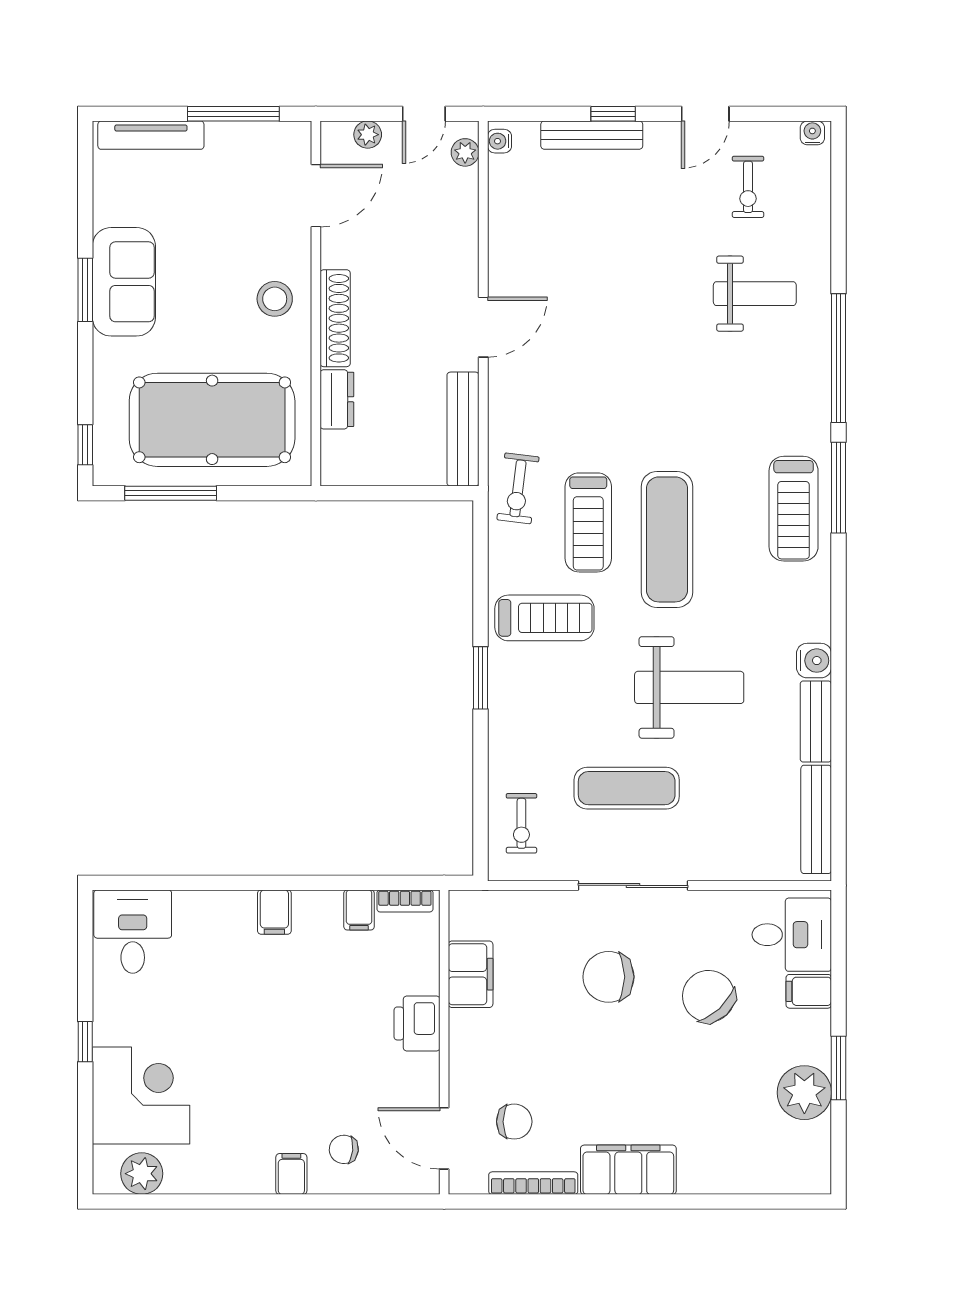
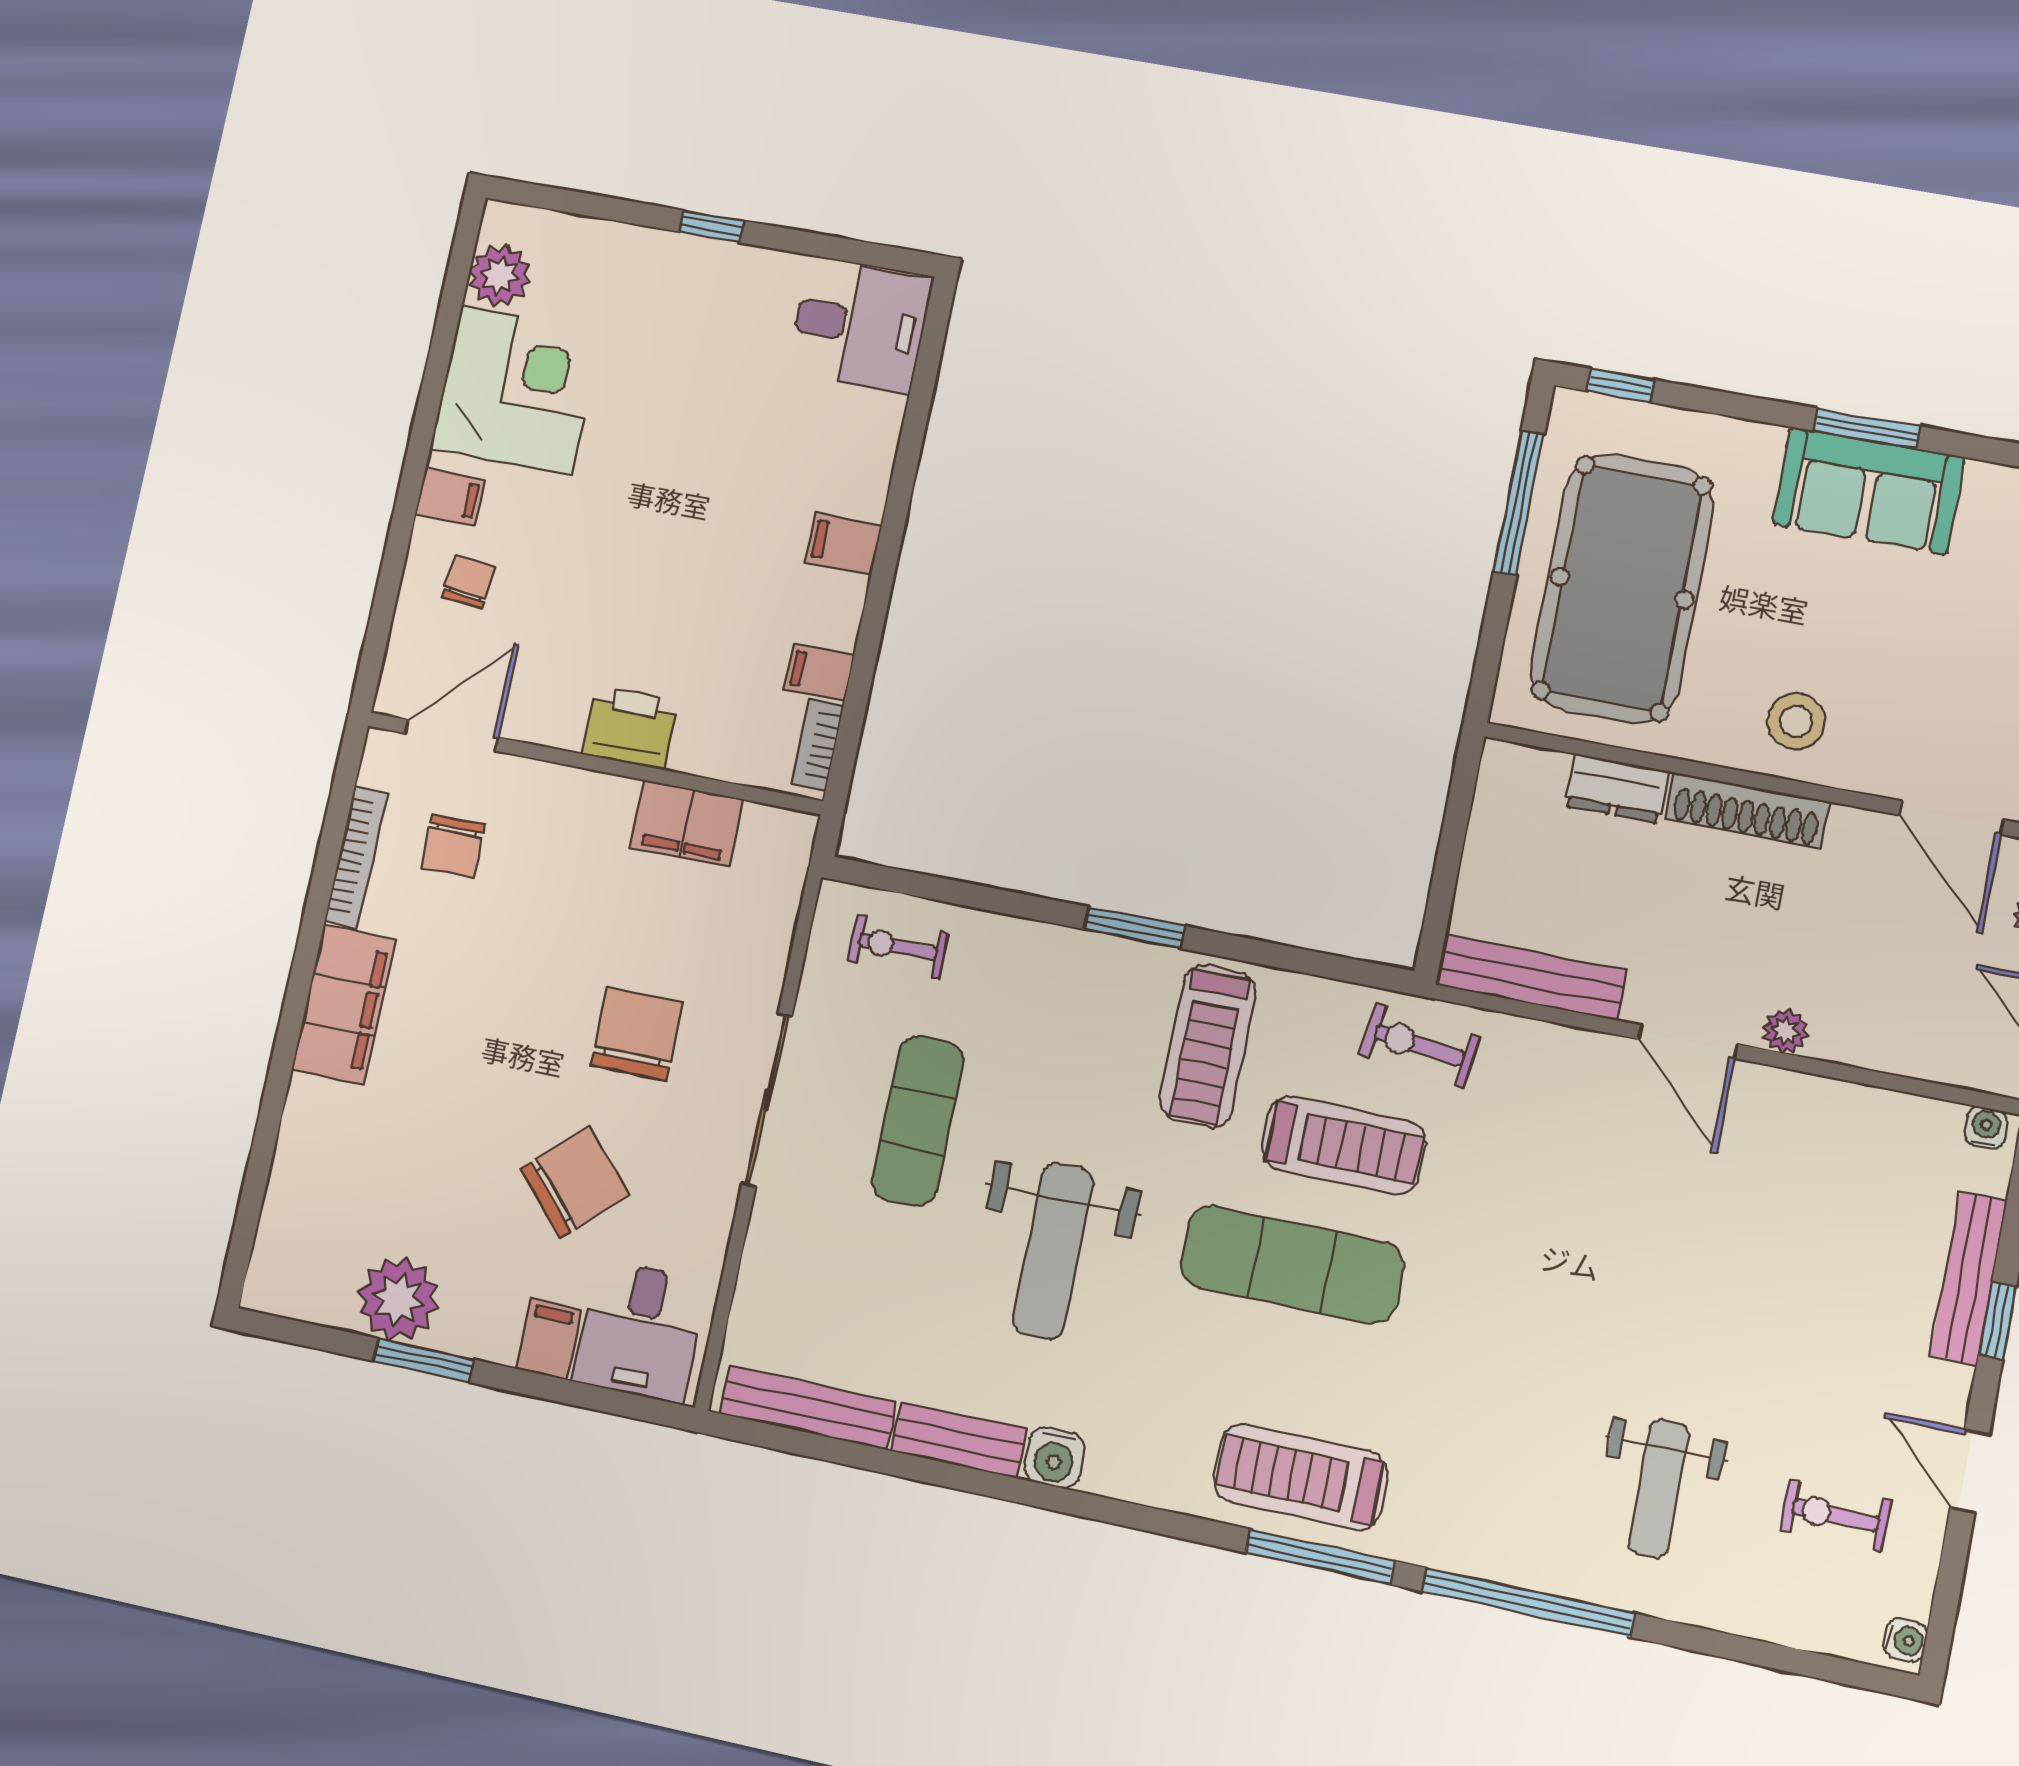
plant: (465, 152) -> (1786, 1031), moved
treadmill: (588, 522) -> (1344, 1145), turned 180
corner desk: (141, 1095) -> (517, 390), moved, turned -90

